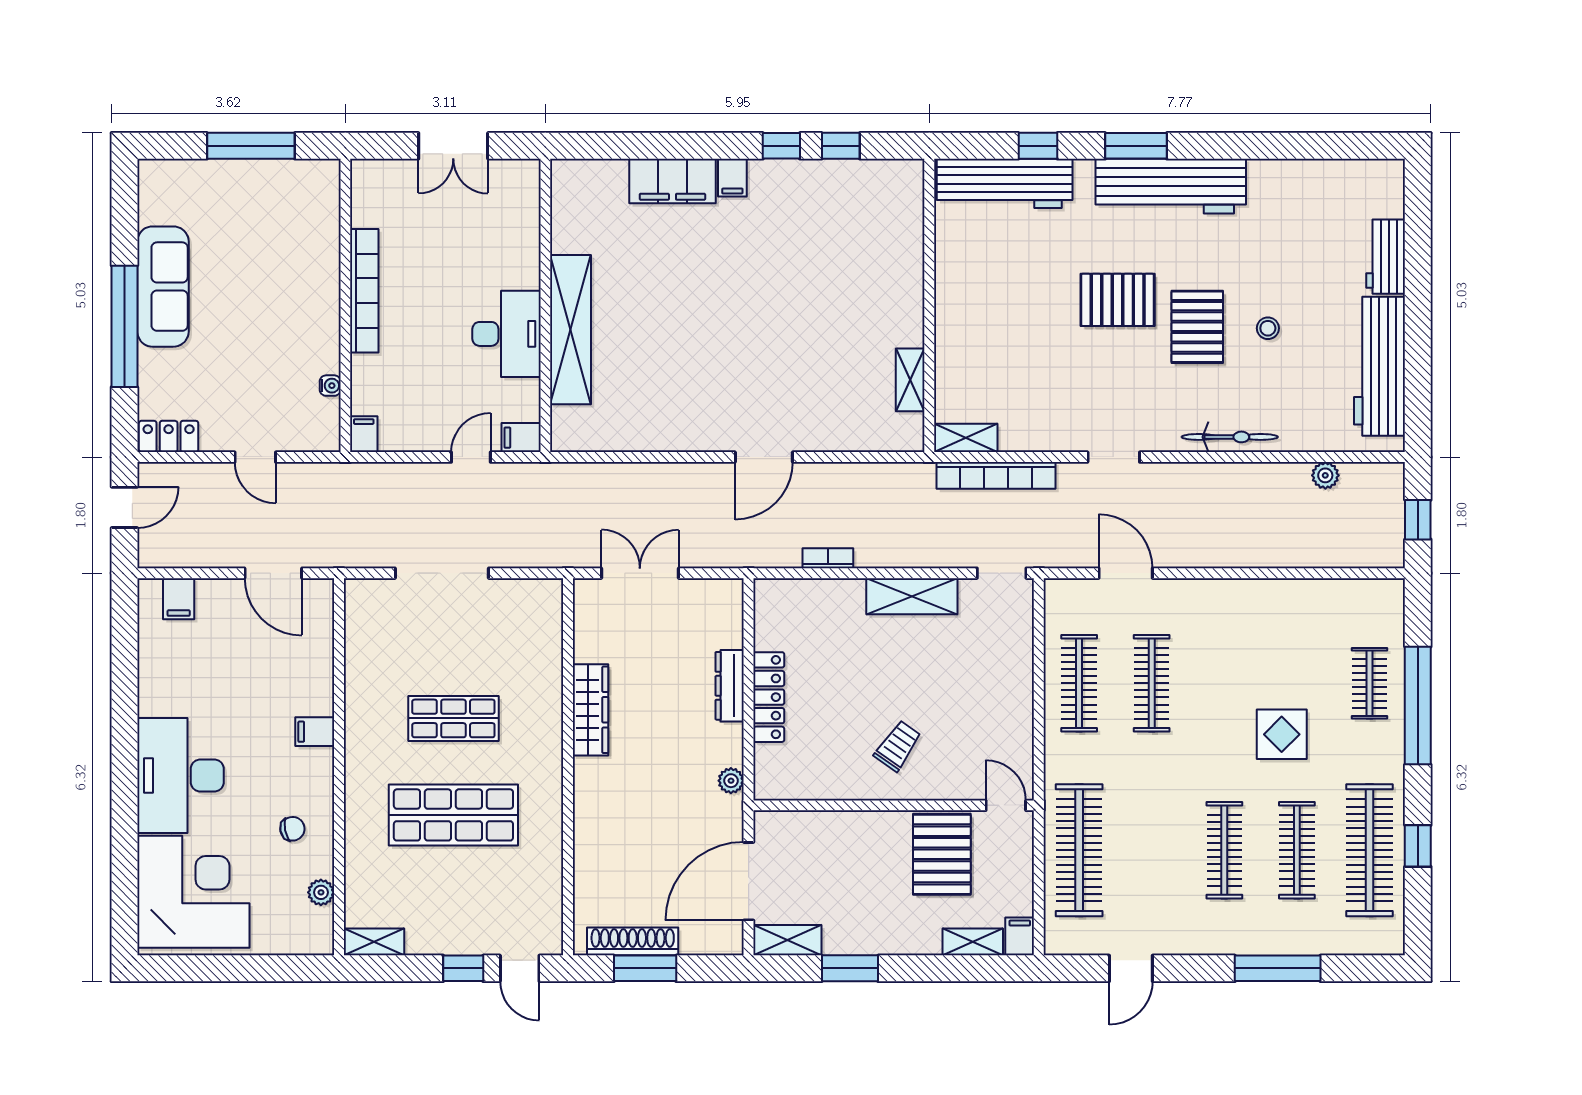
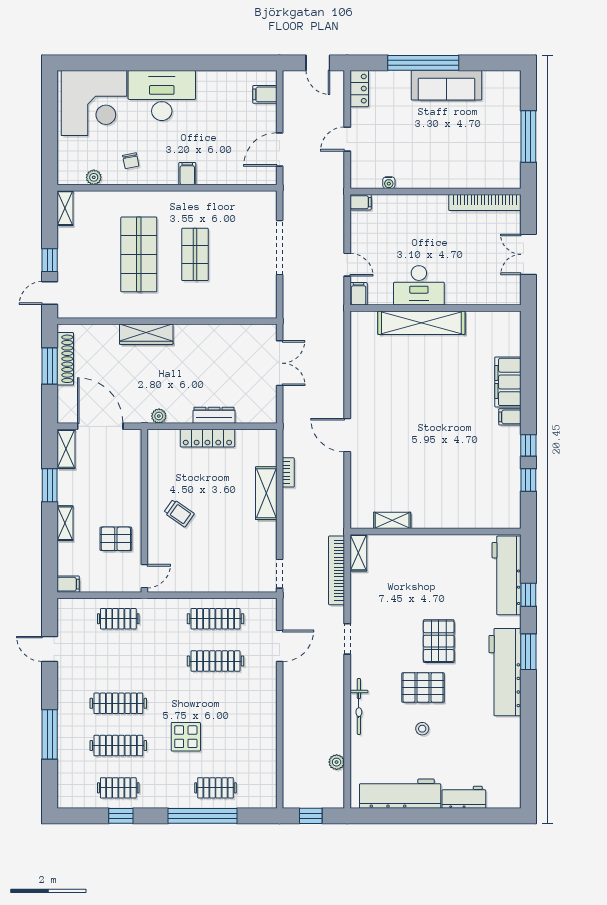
bookcase: (364, 291) -> (485, 203), moved
shelving: (912, 596) -> (266, 493), moved
wardrobe: (590, 710) -> (146, 334), moved
clothes rail: (1079, 850) -> (118, 619), width x0.54, depth x0.76
clothes rail: (1370, 850) -> (118, 788), width x0.54, depth x0.76
pallet: (942, 854) -> (116, 539), width x0.67, depth x0.71
shelving: (973, 942) -> (65, 523), moved

